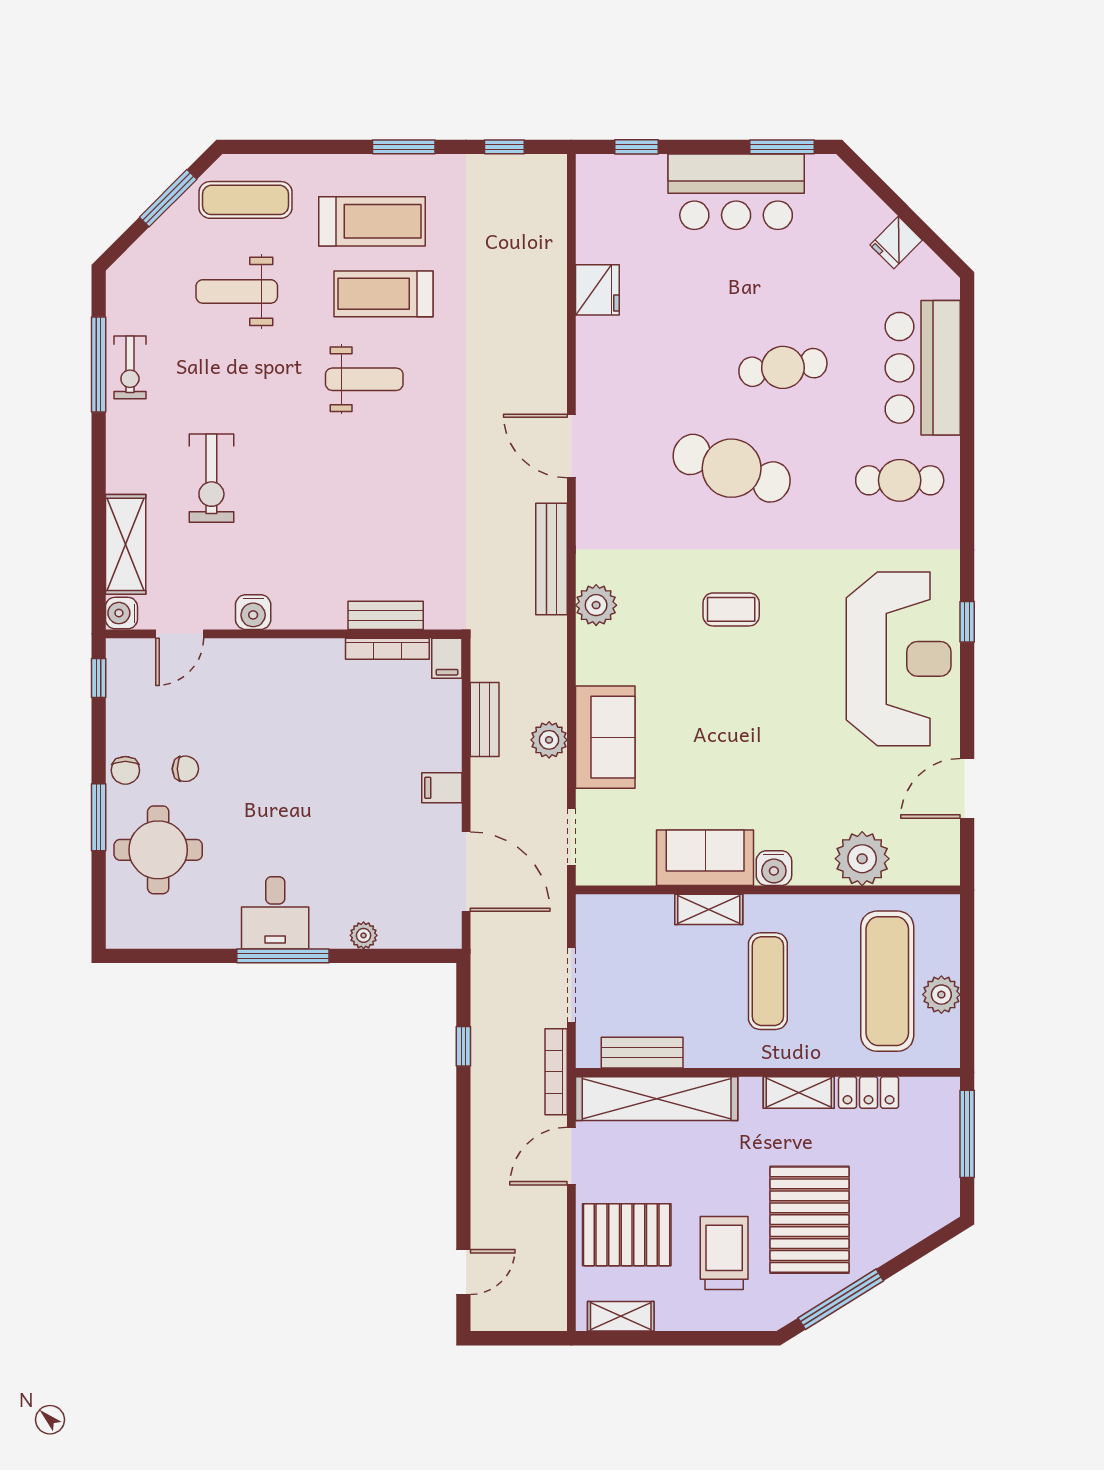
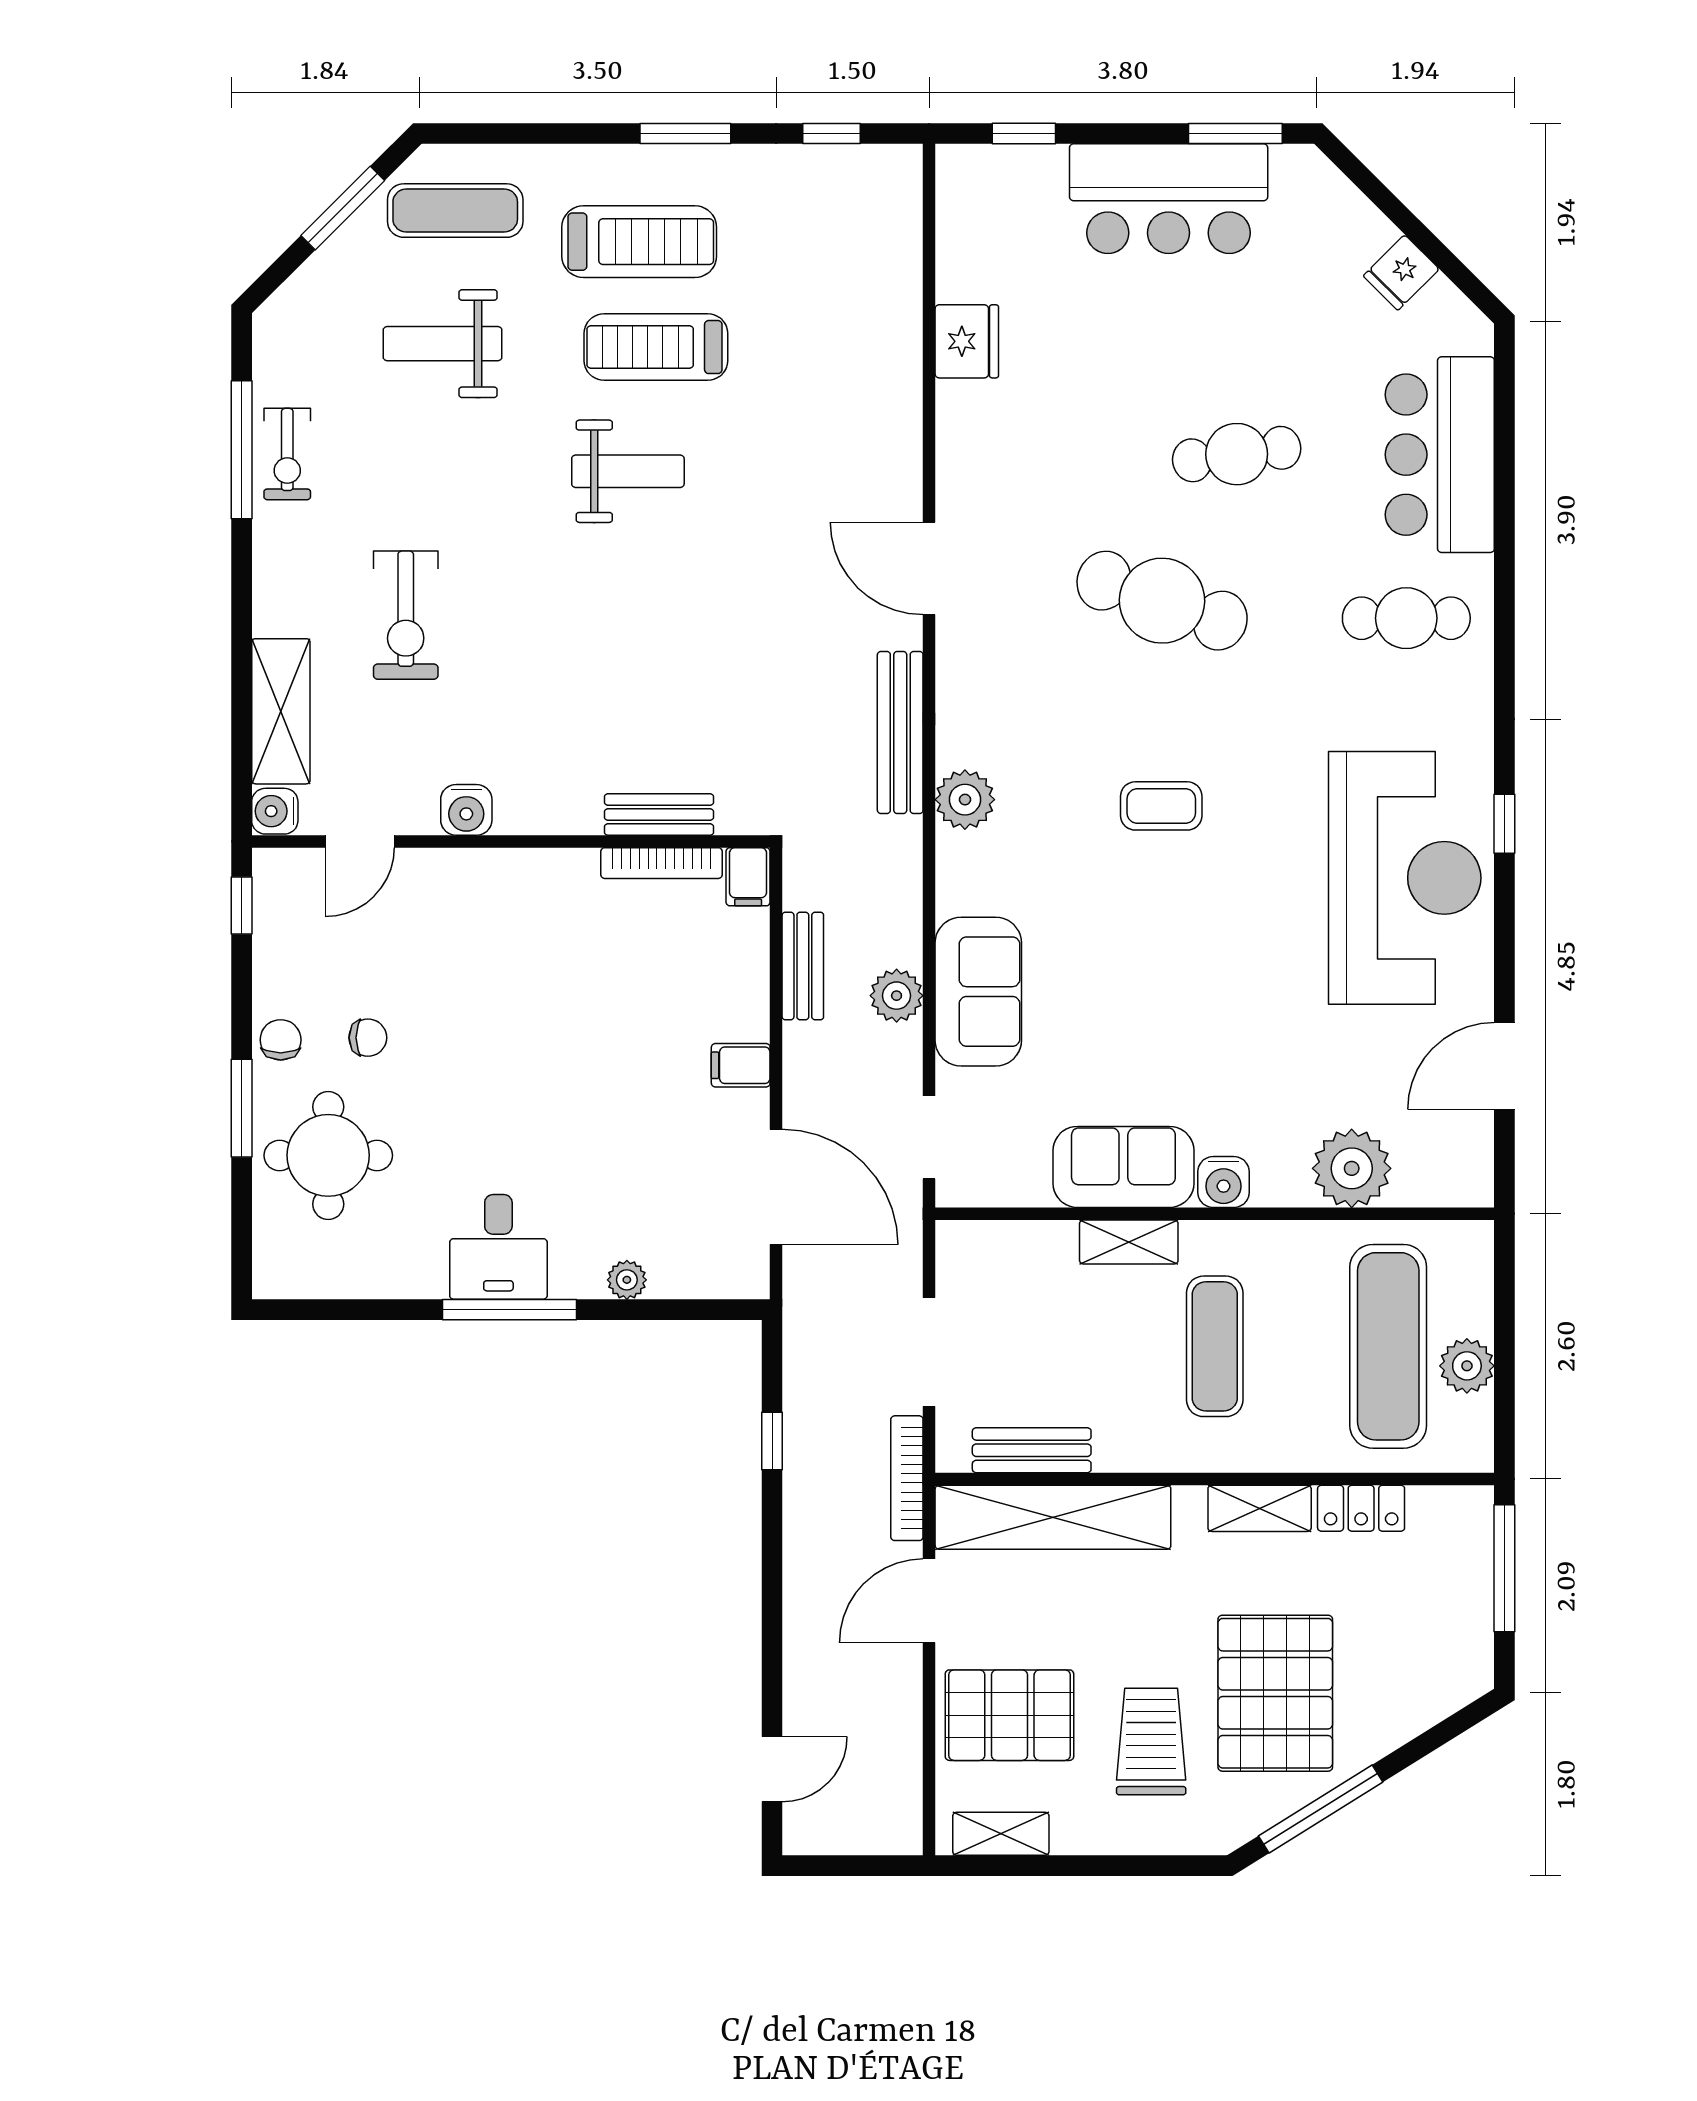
chair: (125, 770) -> (281, 1040), turned 180

